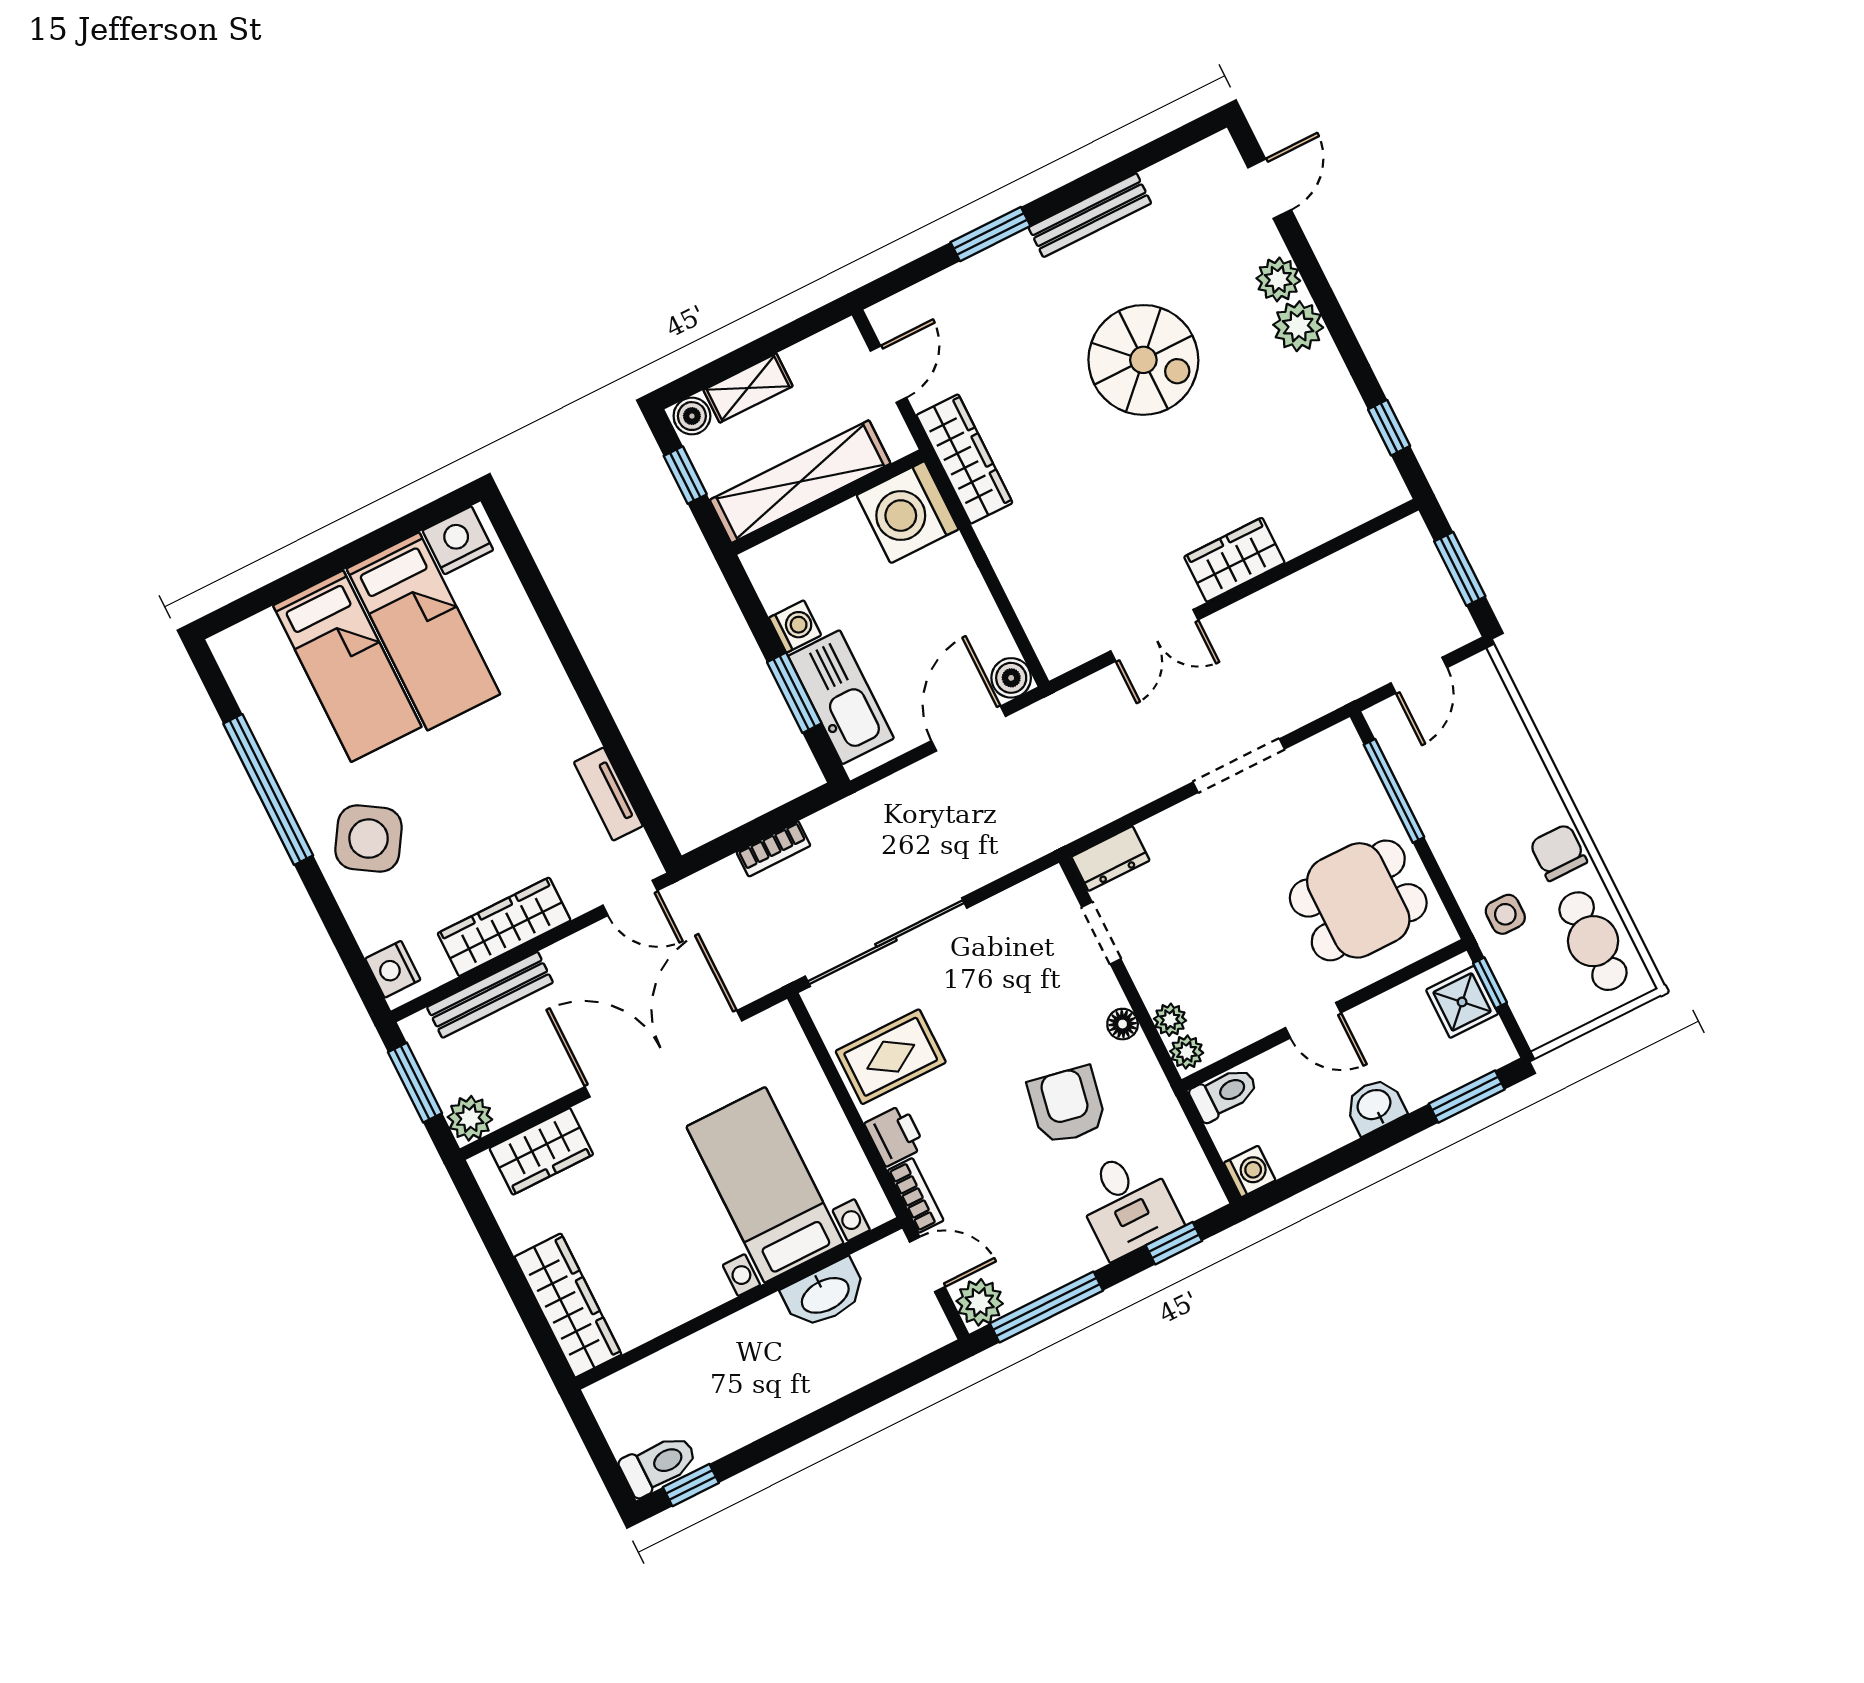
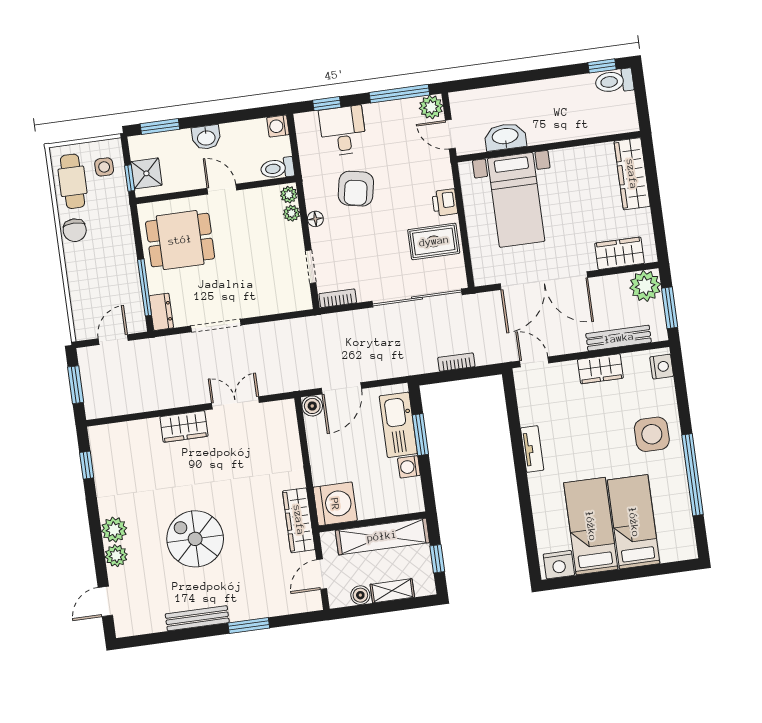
boiler: (692, 416) -> (360, 595), moved
tv unit: (608, 794) -> (532, 449), moved
side table: (369, 839) -> (652, 434), turned -32
dresser: (1111, 859) -> (161, 312), moved, turned 90
side table: (1505, 914) -> (104, 167), moved
wardrobe: (504, 927) -> (600, 369), width x0.67
plant: (470, 1118) -> (645, 286), width x1.36, depth x1.36
bookcase: (916, 1195) -> (338, 298), moved, turned 90

